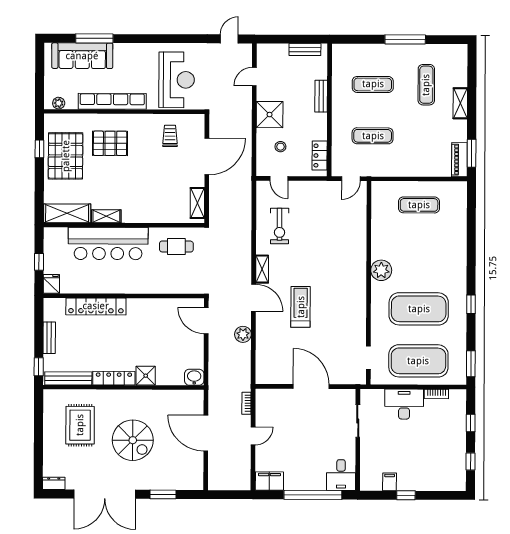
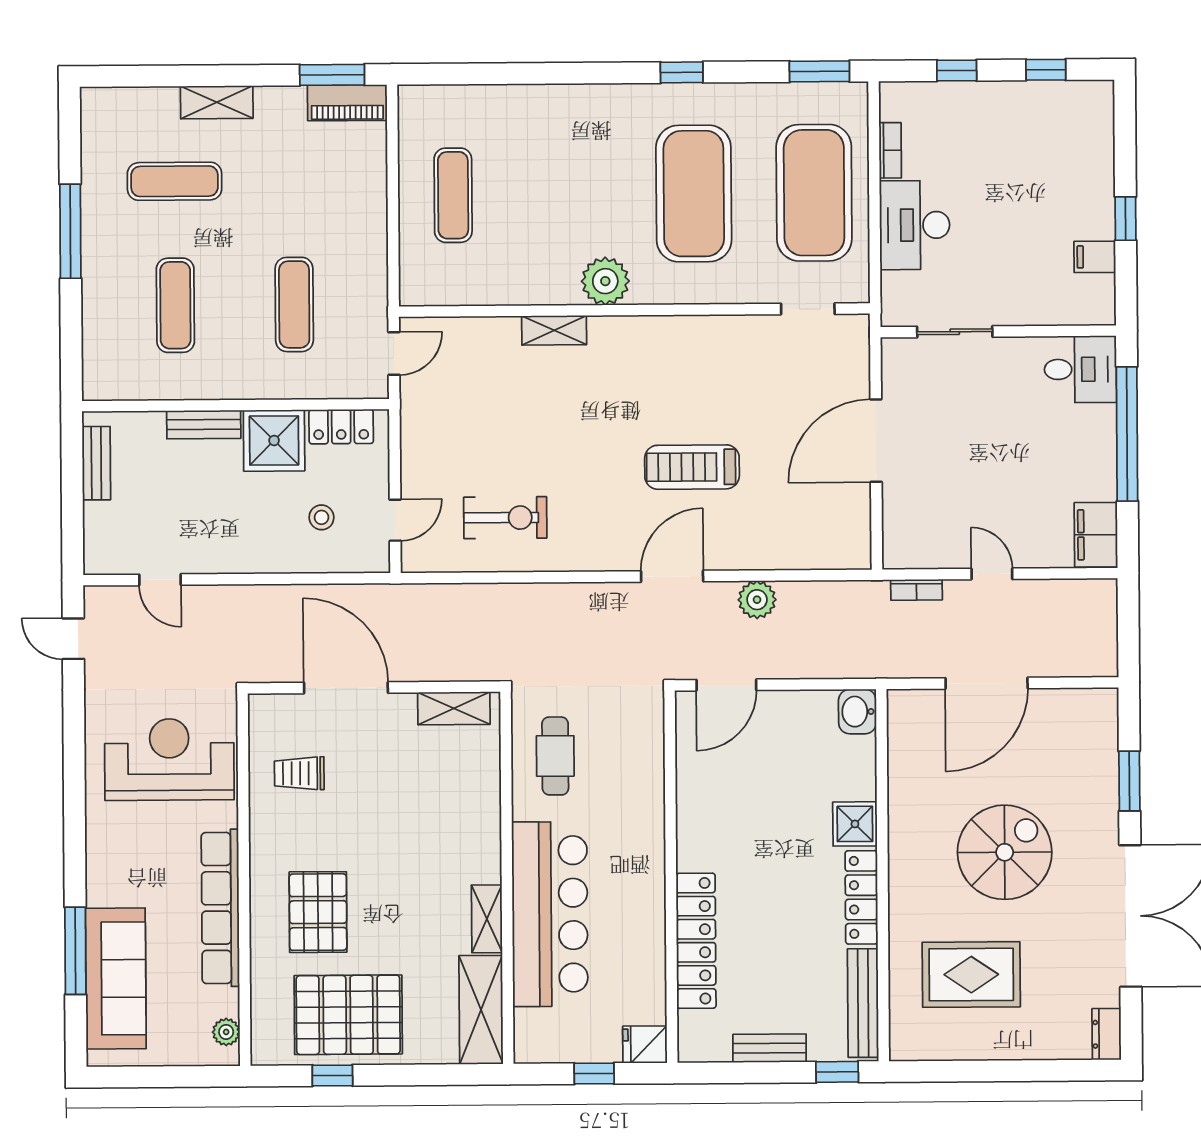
shower: (270, 115) -> (274, 440), moved
door: (351, 179) -> (394, 354), hinge flipped
shelving: (262, 269) -> (554, 330), moved

